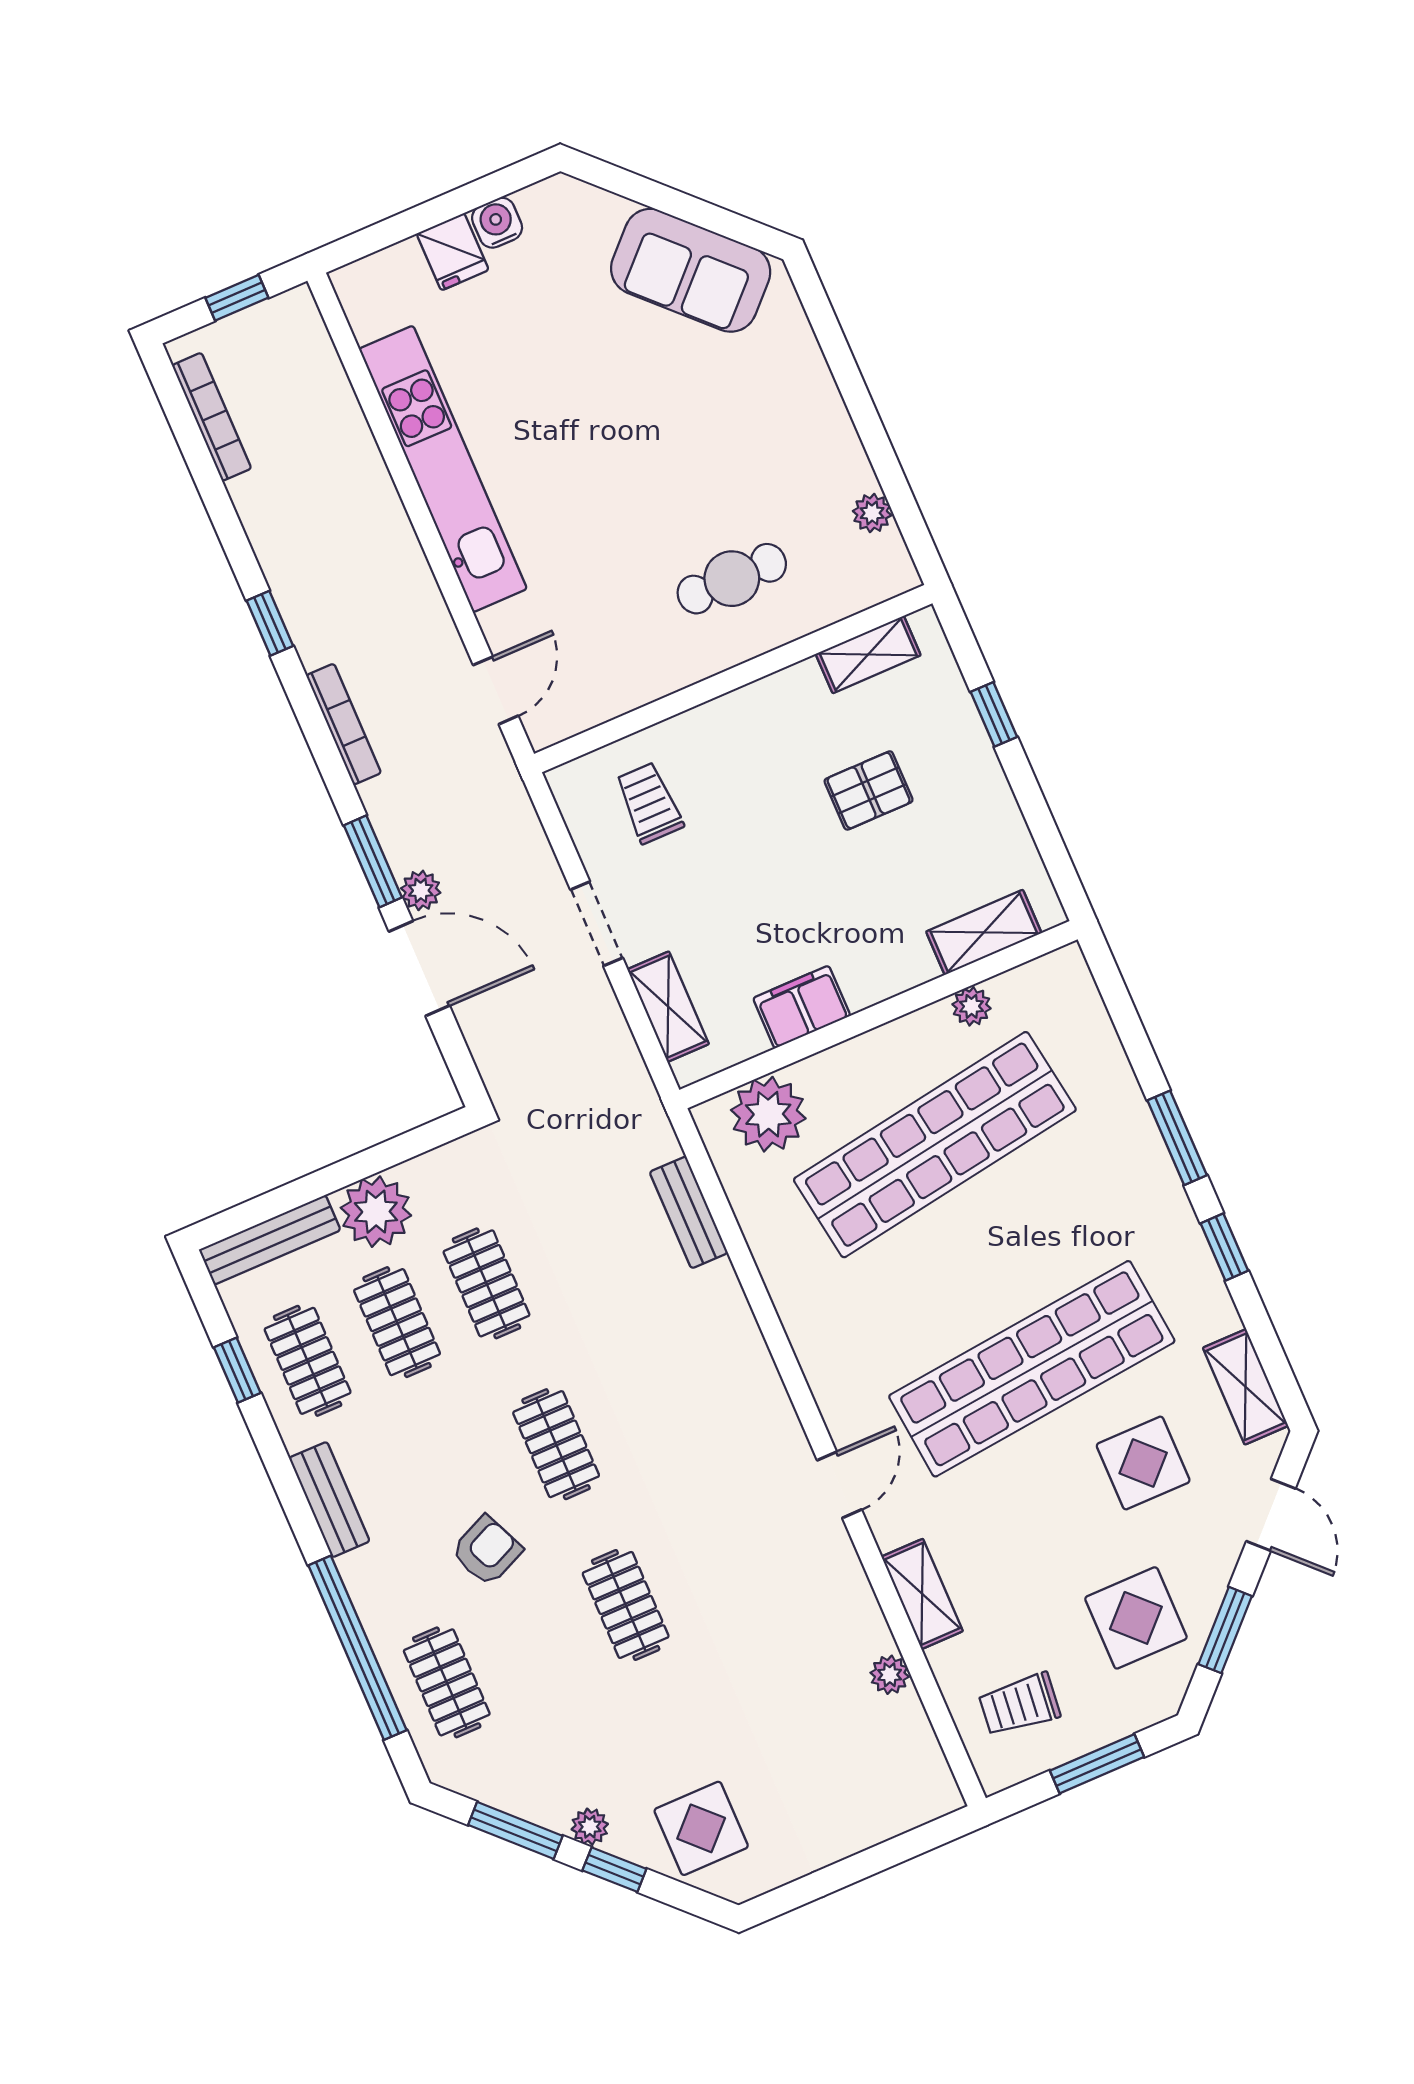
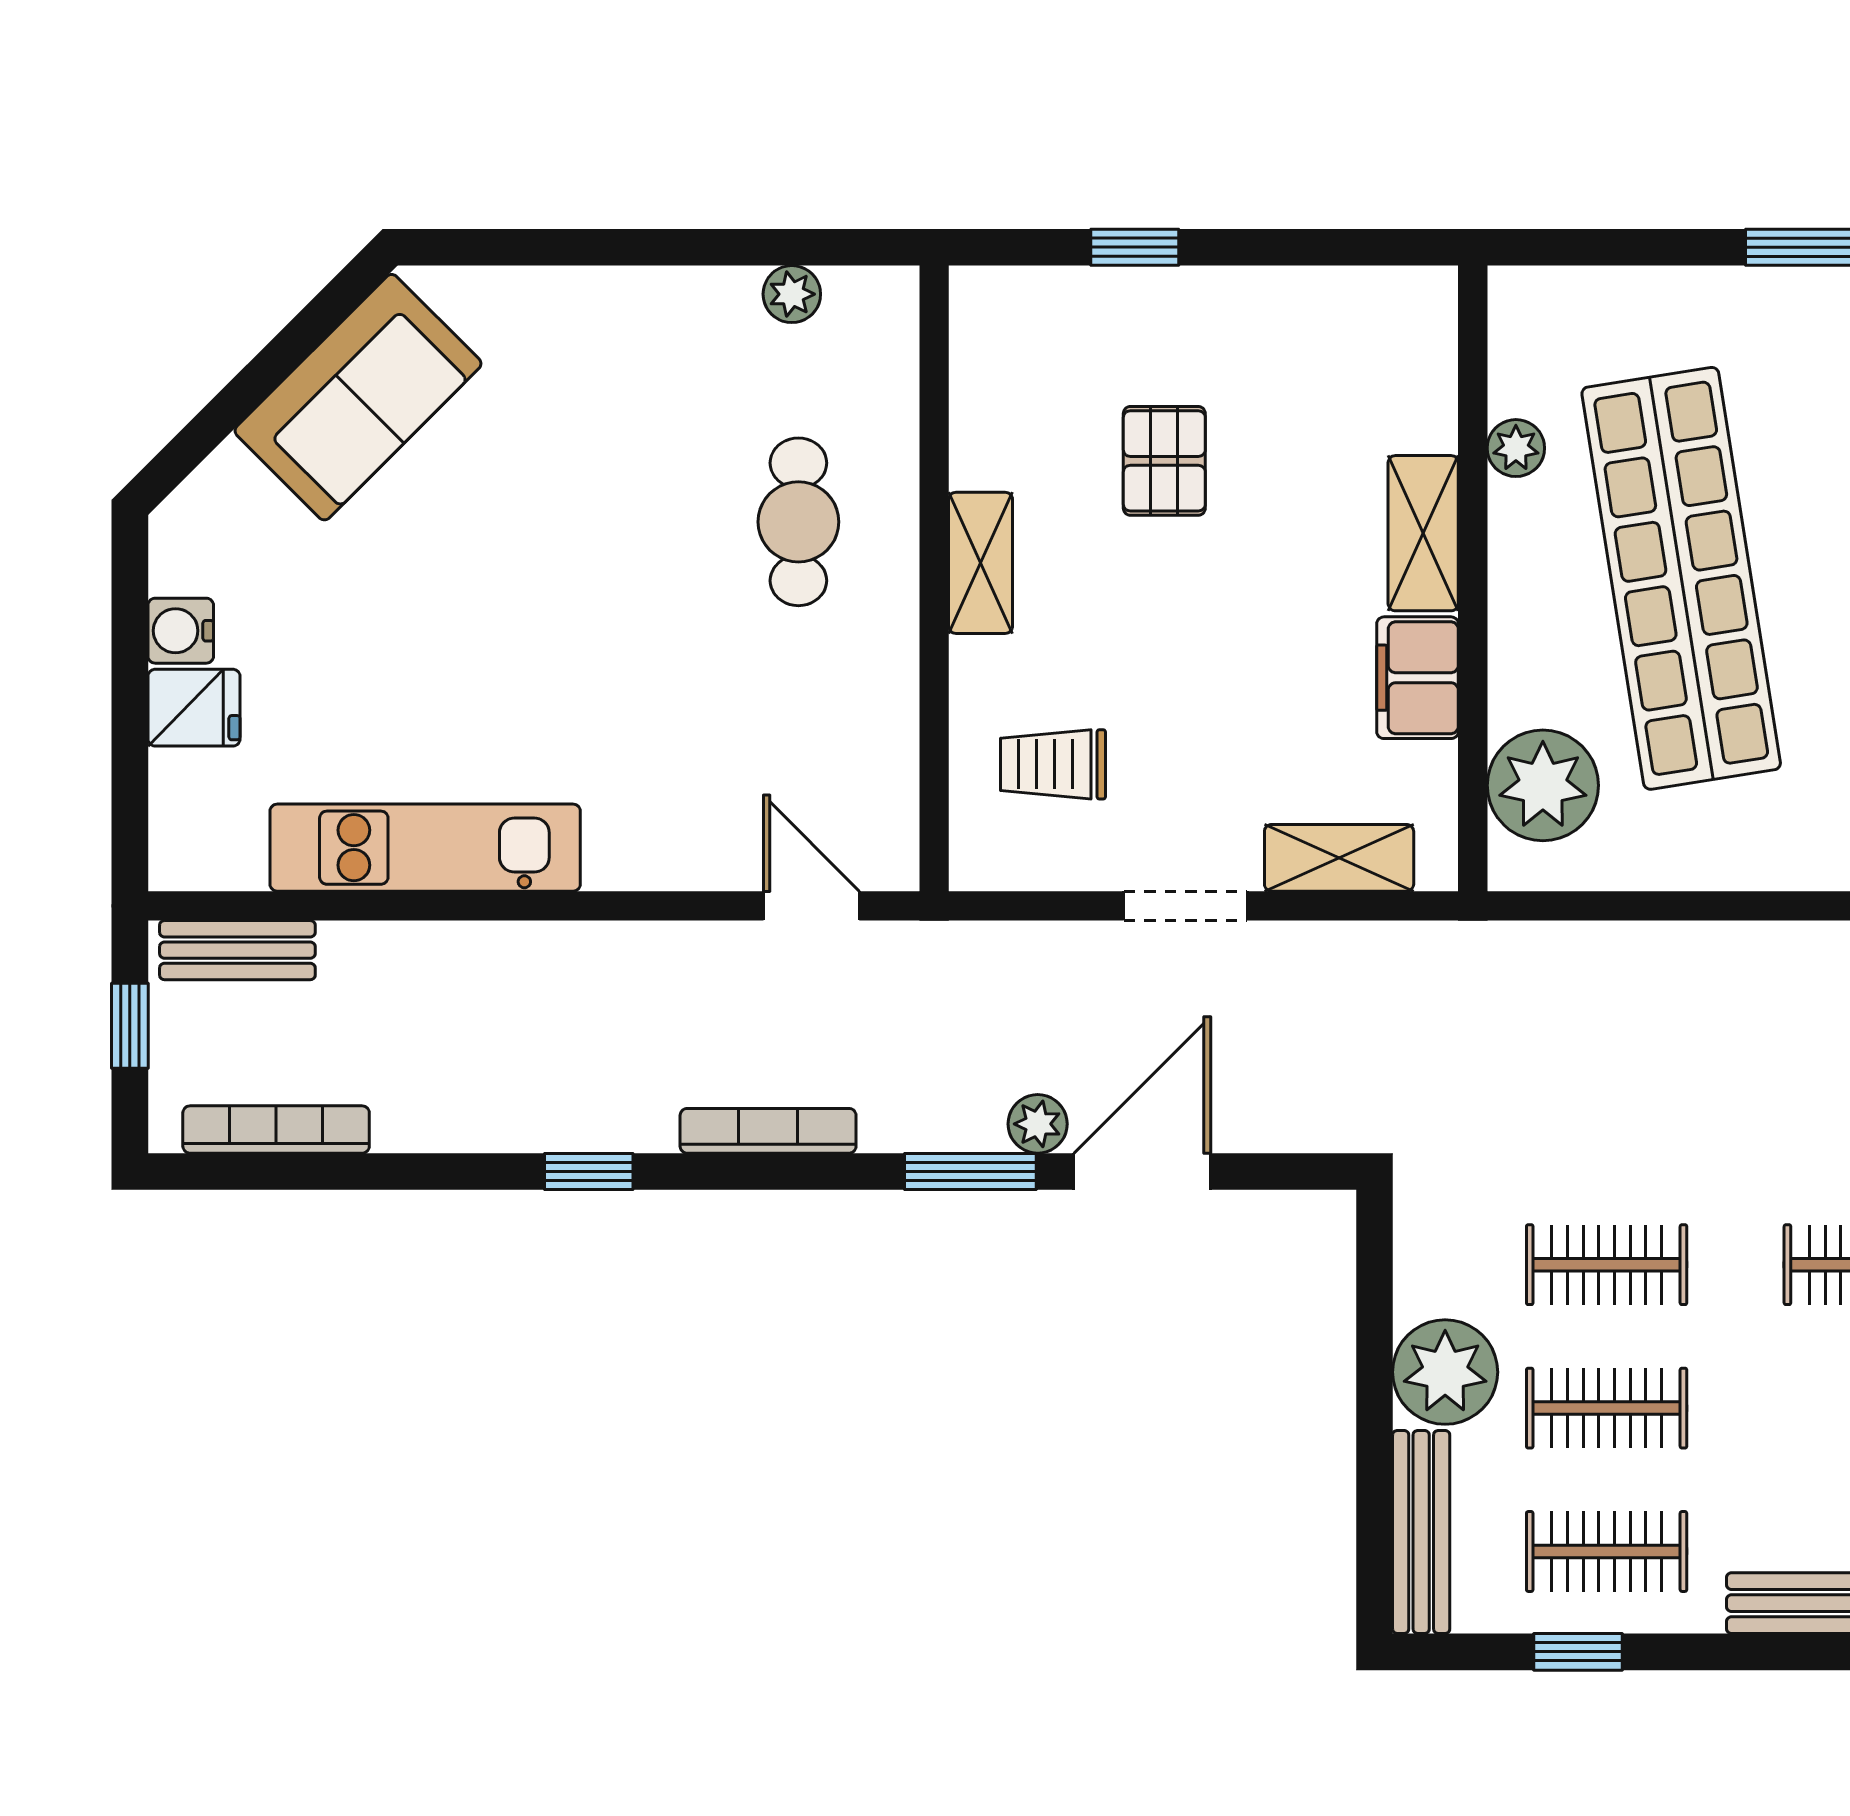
kitchen unit: (443, 469) -> (425, 848), width x0.73
shelving: (868, 655) -> (981, 563), moved
shelving: (984, 932) -> (1423, 533), moved
bench: (689, 1212) -> (237, 950), moved

